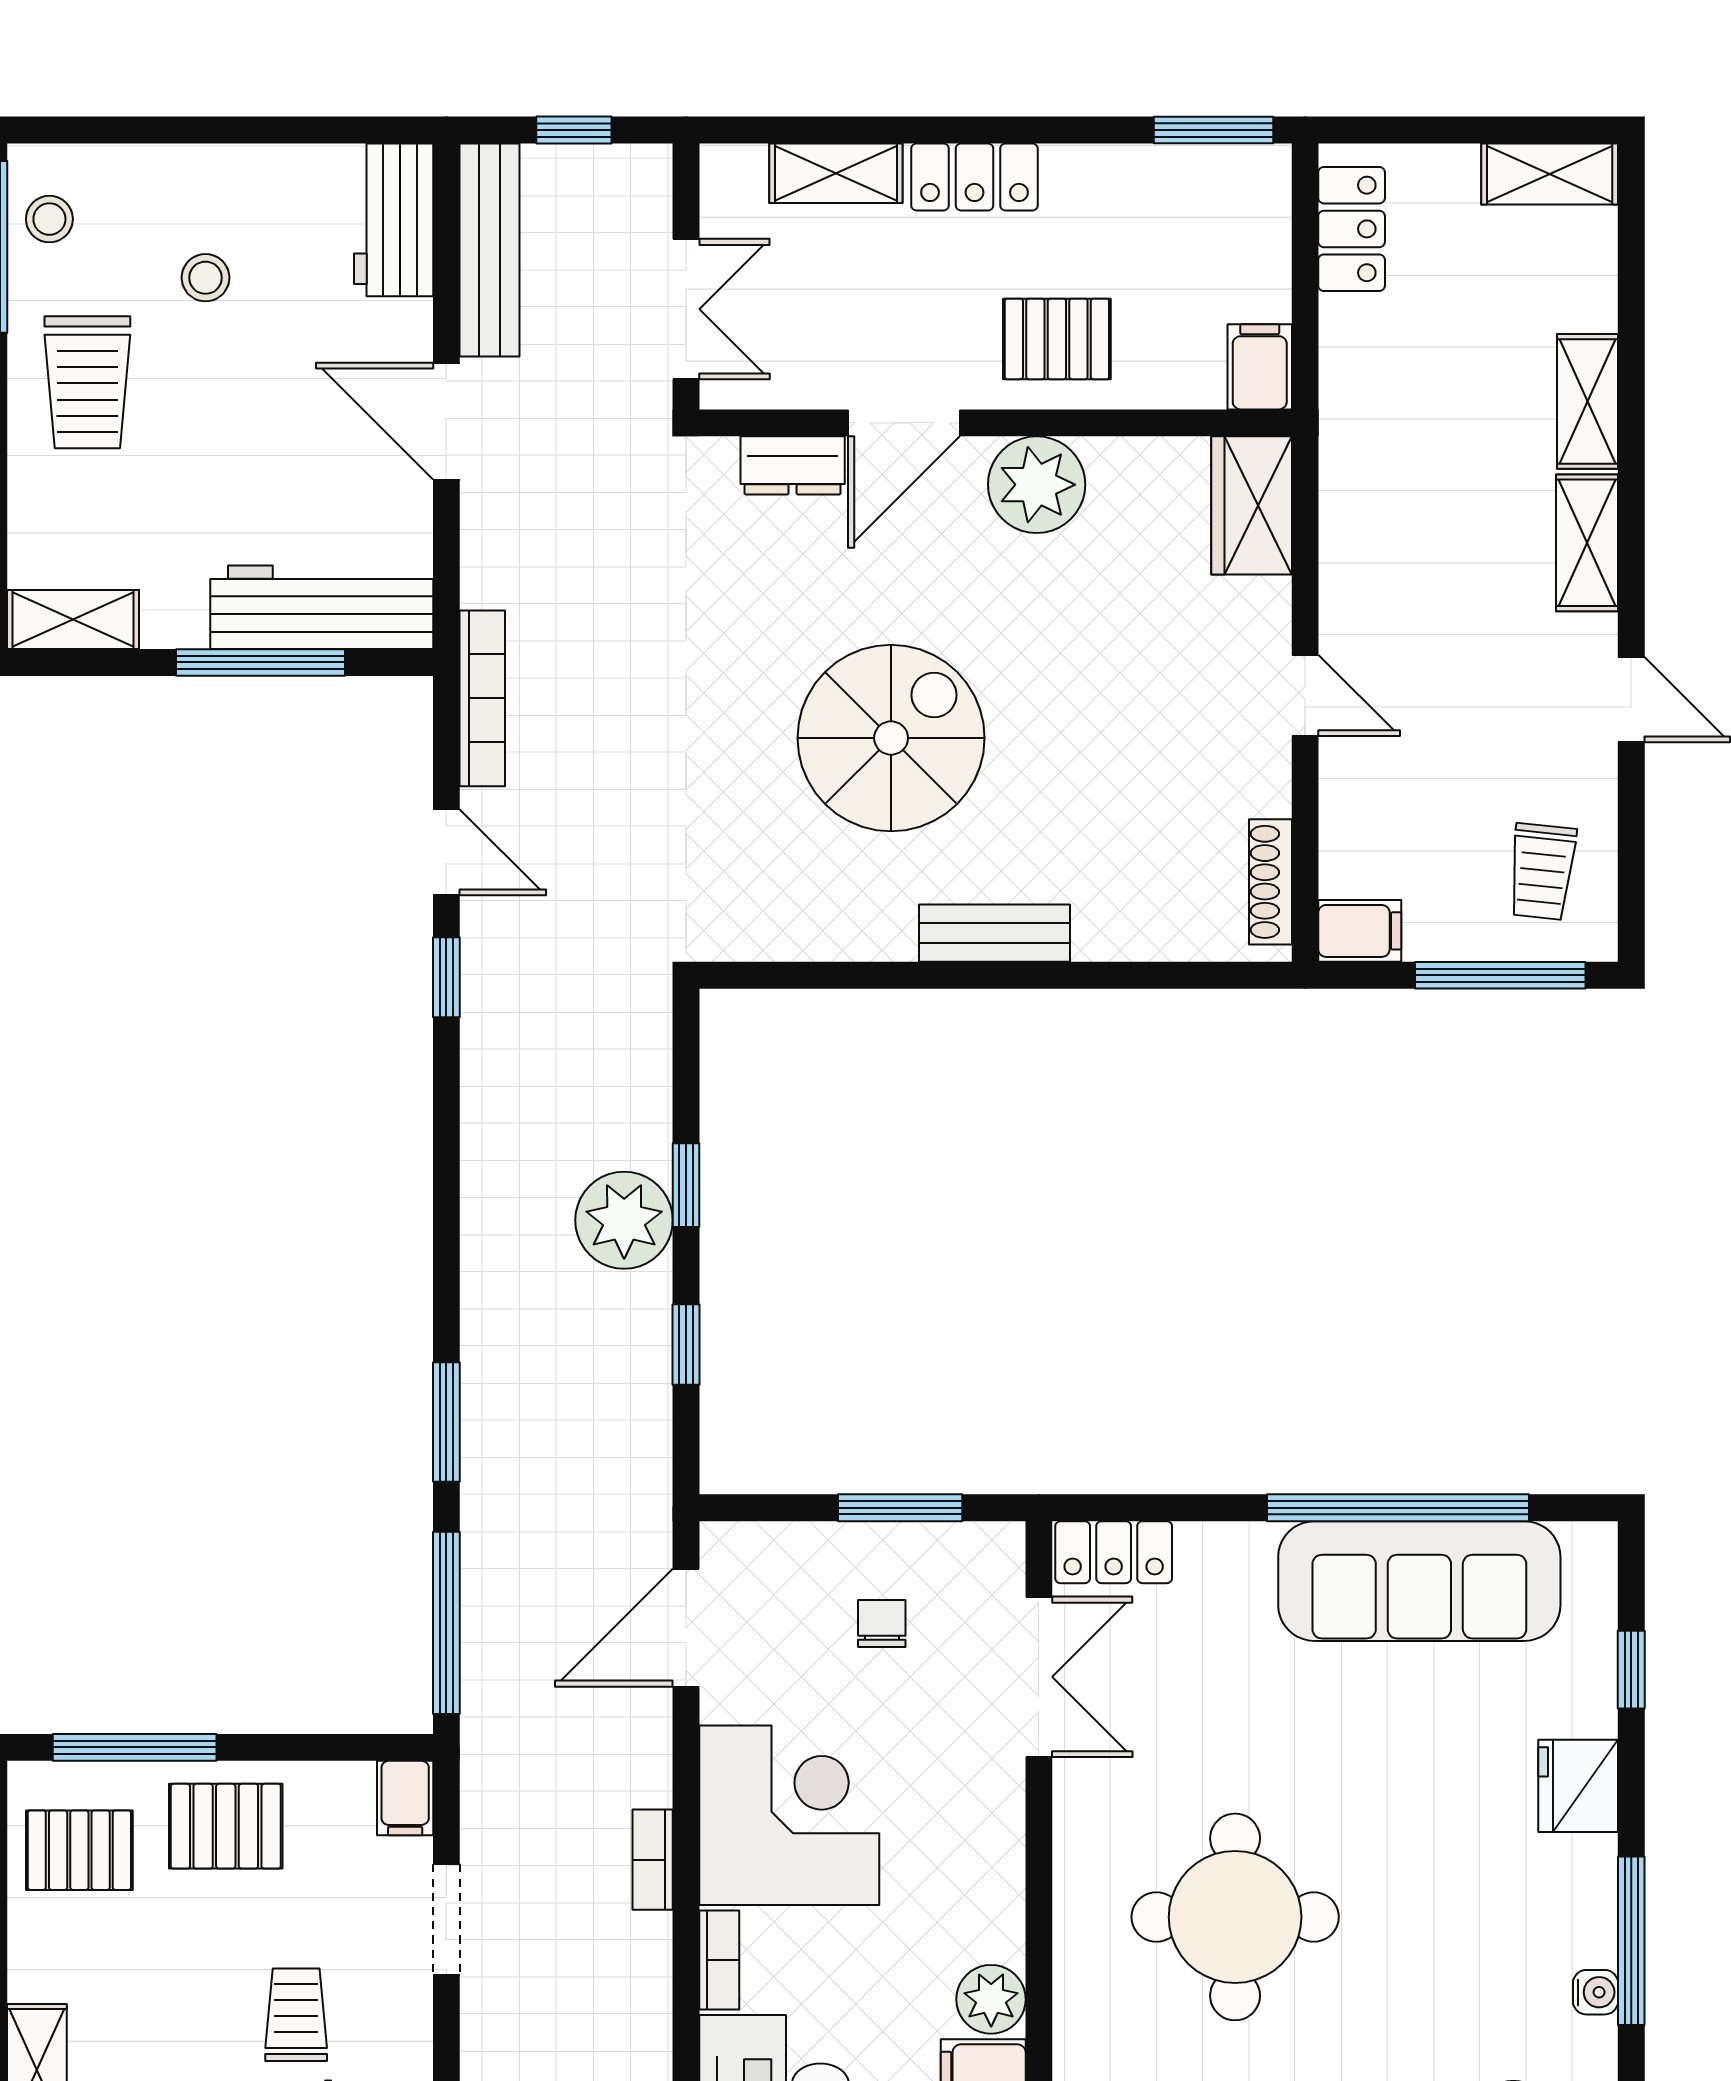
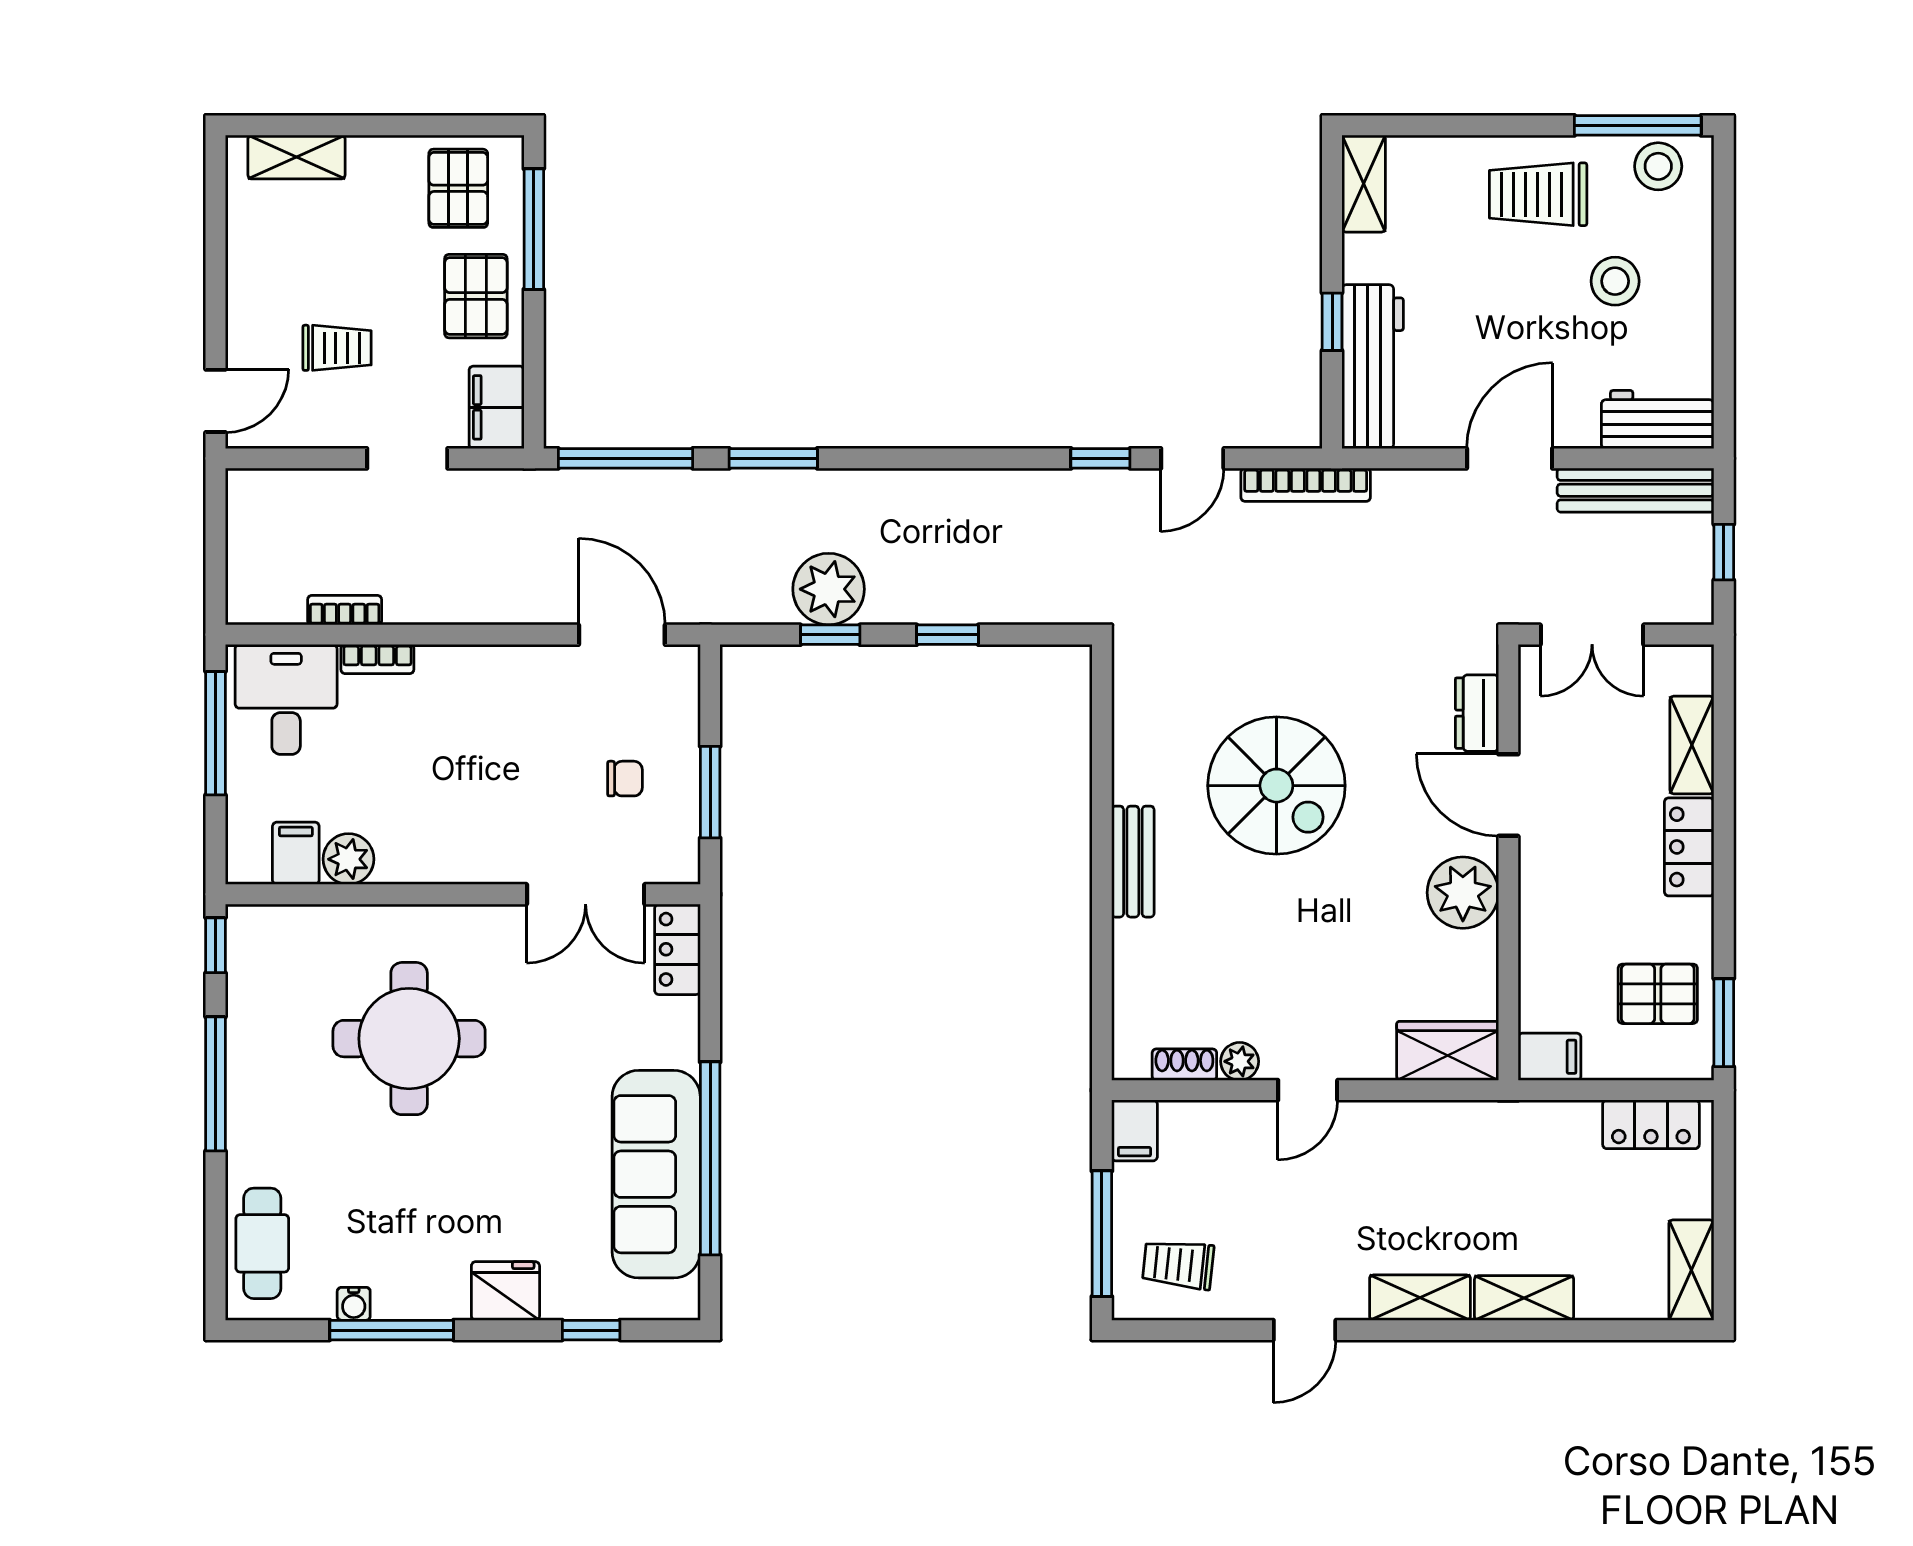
stool: (49, 219) -> (1658, 166), width x1.37, depth x1.37
stool: (205, 278) -> (1615, 281), width x1.37, depth x1.37
pallet: (1057, 339) -> (1658, 994), moved, turned 90
window: (261, 662) -> (1332, 322), width x0.46
plant: (1266, 788) -> (1240, 1061), added
shoe rack: (1270, 882) -> (1184, 1065), width x0.70
plant: (624, 1220) -> (829, 589), moved
filing cabinet: (405, 1798) -> (497, 407), width x2.00
corner desk: (789, 1815) -> (484, 711), removed
bookcase: (653, 1860) -> (345, 610), moved

